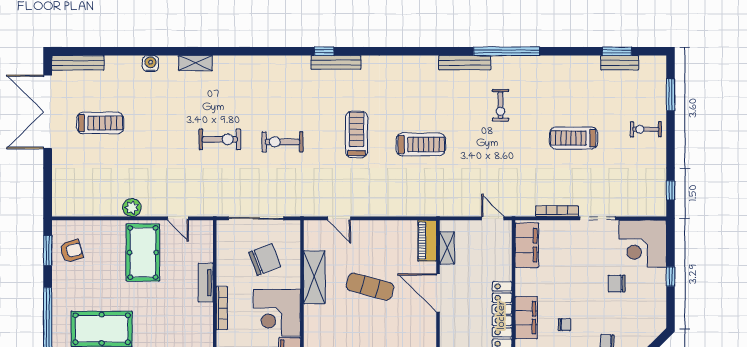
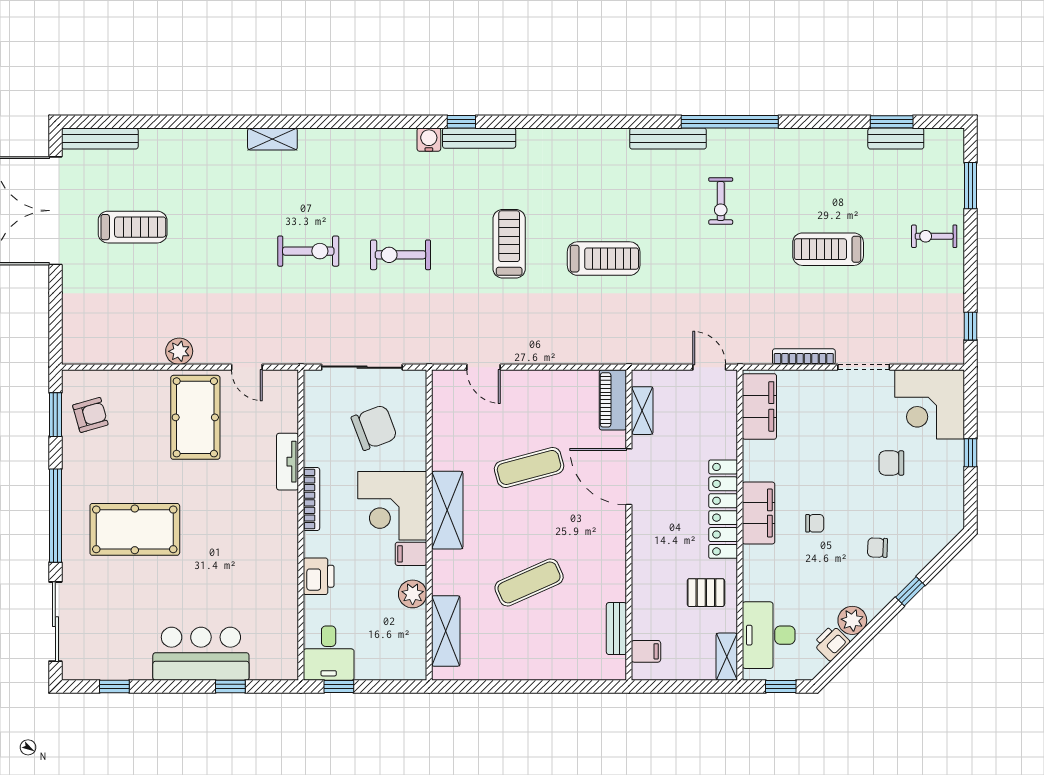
water cooler: (150, 63) -> (429, 140), moved
shelving: (314, 277) -> (447, 510), moved
exercise mat: (370, 287) -> (529, 467), turned -30

